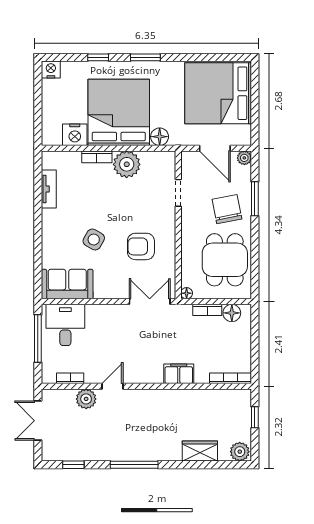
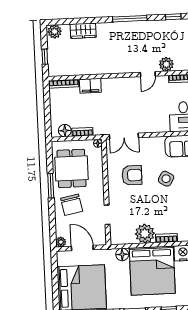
window: (255, 199) -> (51, 186), moved
filing cabinet: (179, 374) -> (90, 86), moved

